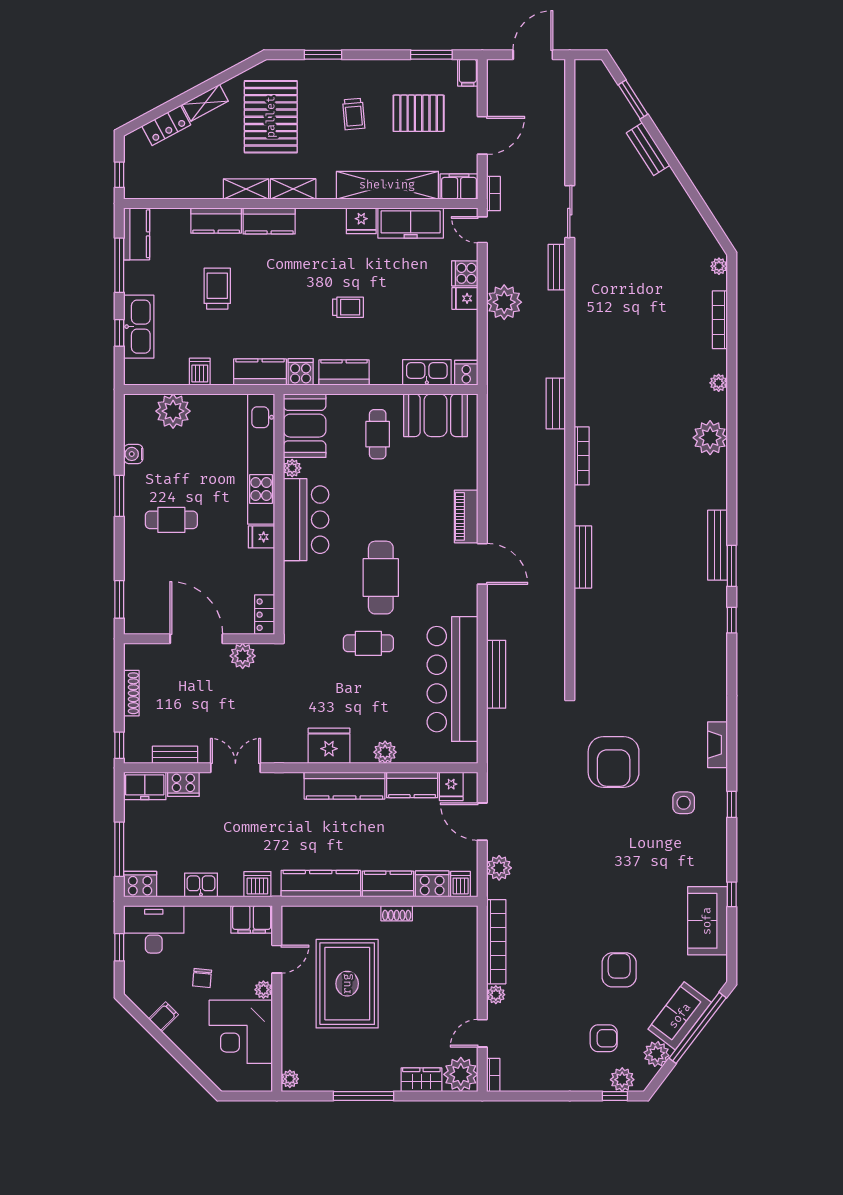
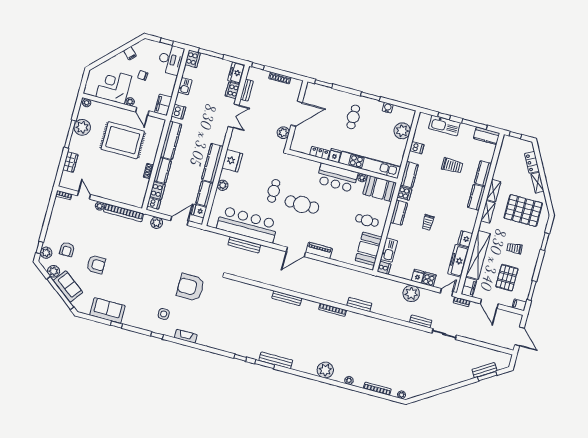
bench: (648, 149) -> (484, 370), moved
locker: (265, 615) -> (320, 153), moved
plant: (461, 1074) -> (82, 127), moved

